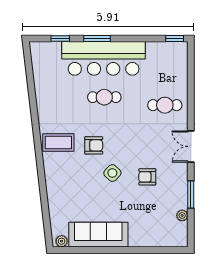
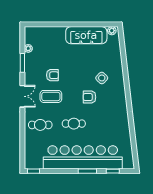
bar counter: (104, 58) -> (83, 157), width x1.36
cafe table: (104, 97) -> (74, 124), moved
coffee table: (58, 142) -> (51, 96), moved
side table: (112, 173) -> (102, 78), moved

